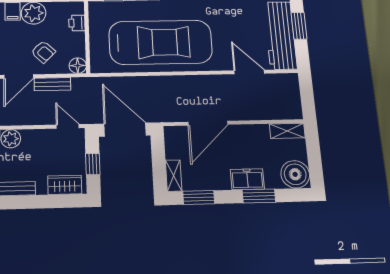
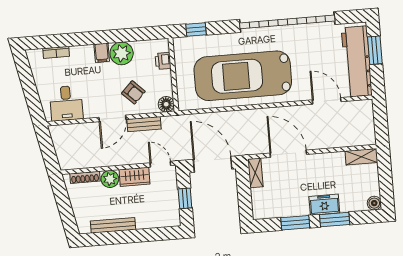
car: (161, 42) -> (243, 76), turned 180
door: (208, 123) -> (288, 154), swing flipped
boiler: (295, 174) -> (374, 203), width x0.54, depth x0.54
shelving: (174, 176) -> (255, 173), moved
wardrobe: (65, 185) -> (135, 177), moved, turned 180
window: (199, 198) -> (295, 223), moved

